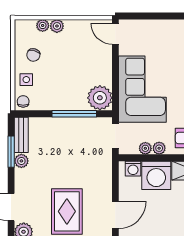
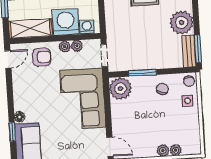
chair: (33, 55) -> (162, 89), moved
window: (74, 114) -> (142, 73), width x0.69
window: (11, 152) -> (198, 49), moved
plant: (21, 161) -> (182, 22), width x1.87, depth x1.87

